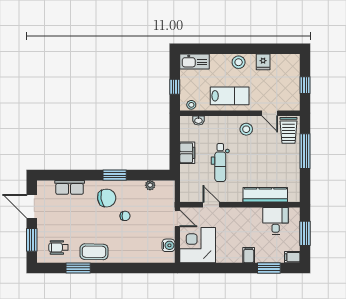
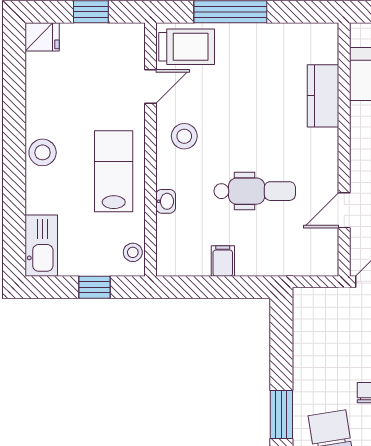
fridge: (263, 62) -> (42, 37), moved
washbasin: (198, 120) -> (166, 201), moved
filing cabinet: (187, 153) -> (223, 261), width x0.50
plant: (150, 185) -> (303, 339), removed
kitchen counter: (265, 195) -> (323, 96), width x0.67

